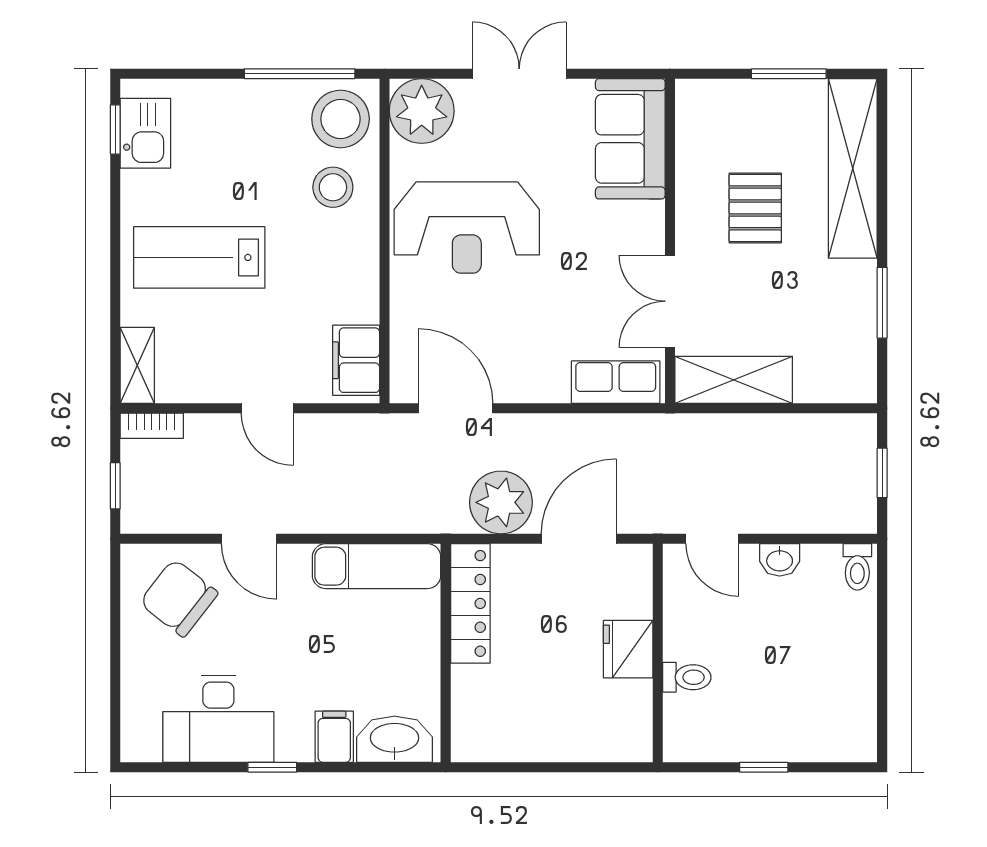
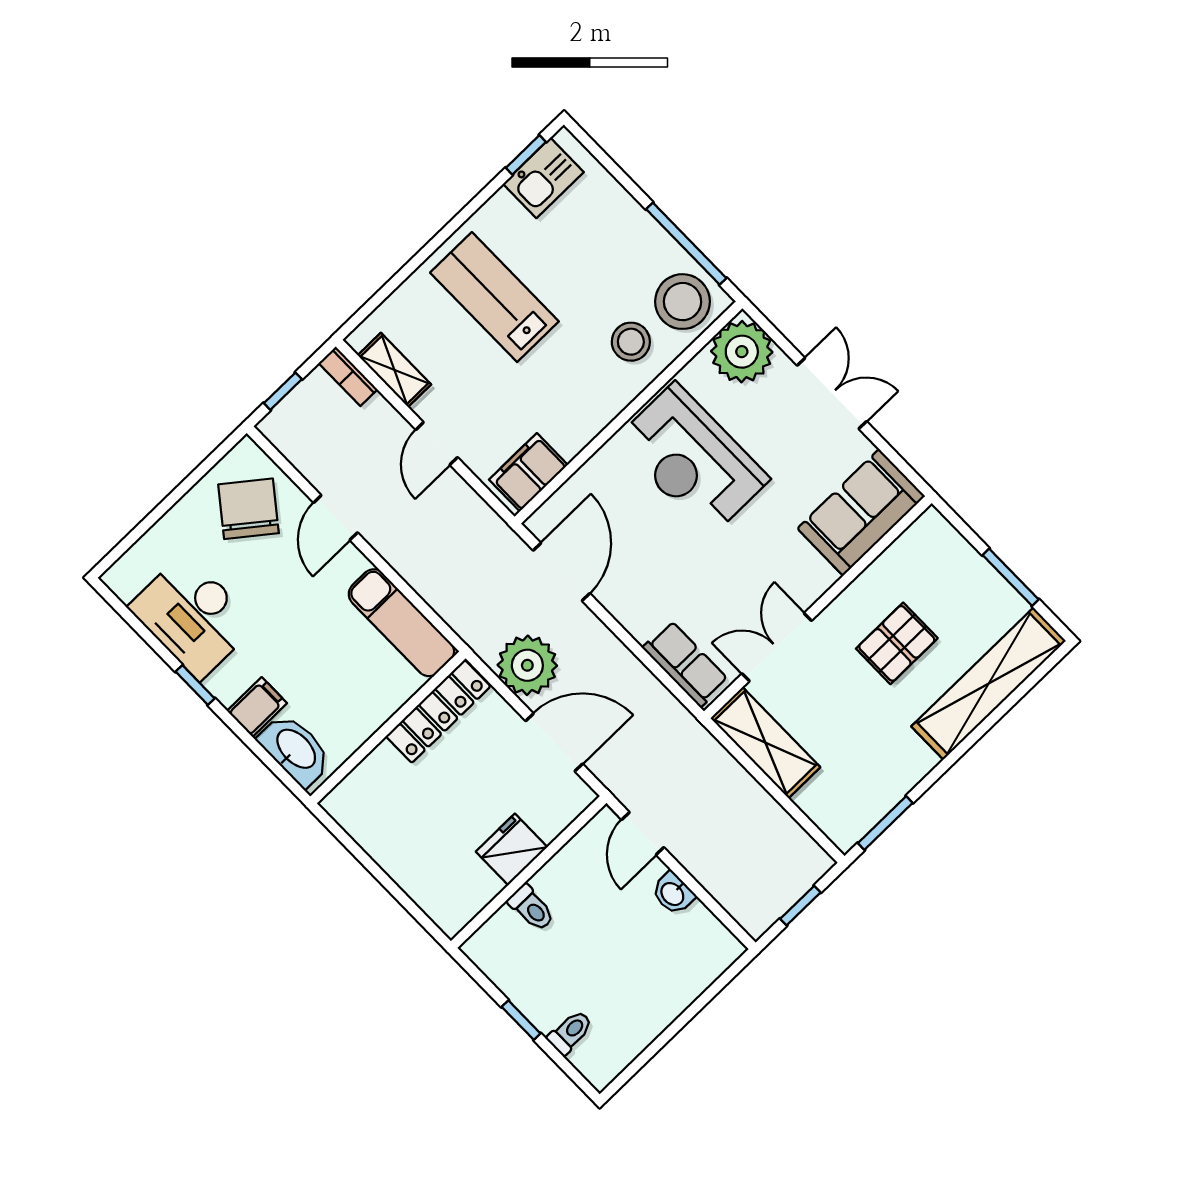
window: (882, 303) -> (885, 823), moved
shelving: (137, 365) -> (394, 370), moved, turned 90
toilet: (857, 567) -> (570, 1032), moved, turned 180

